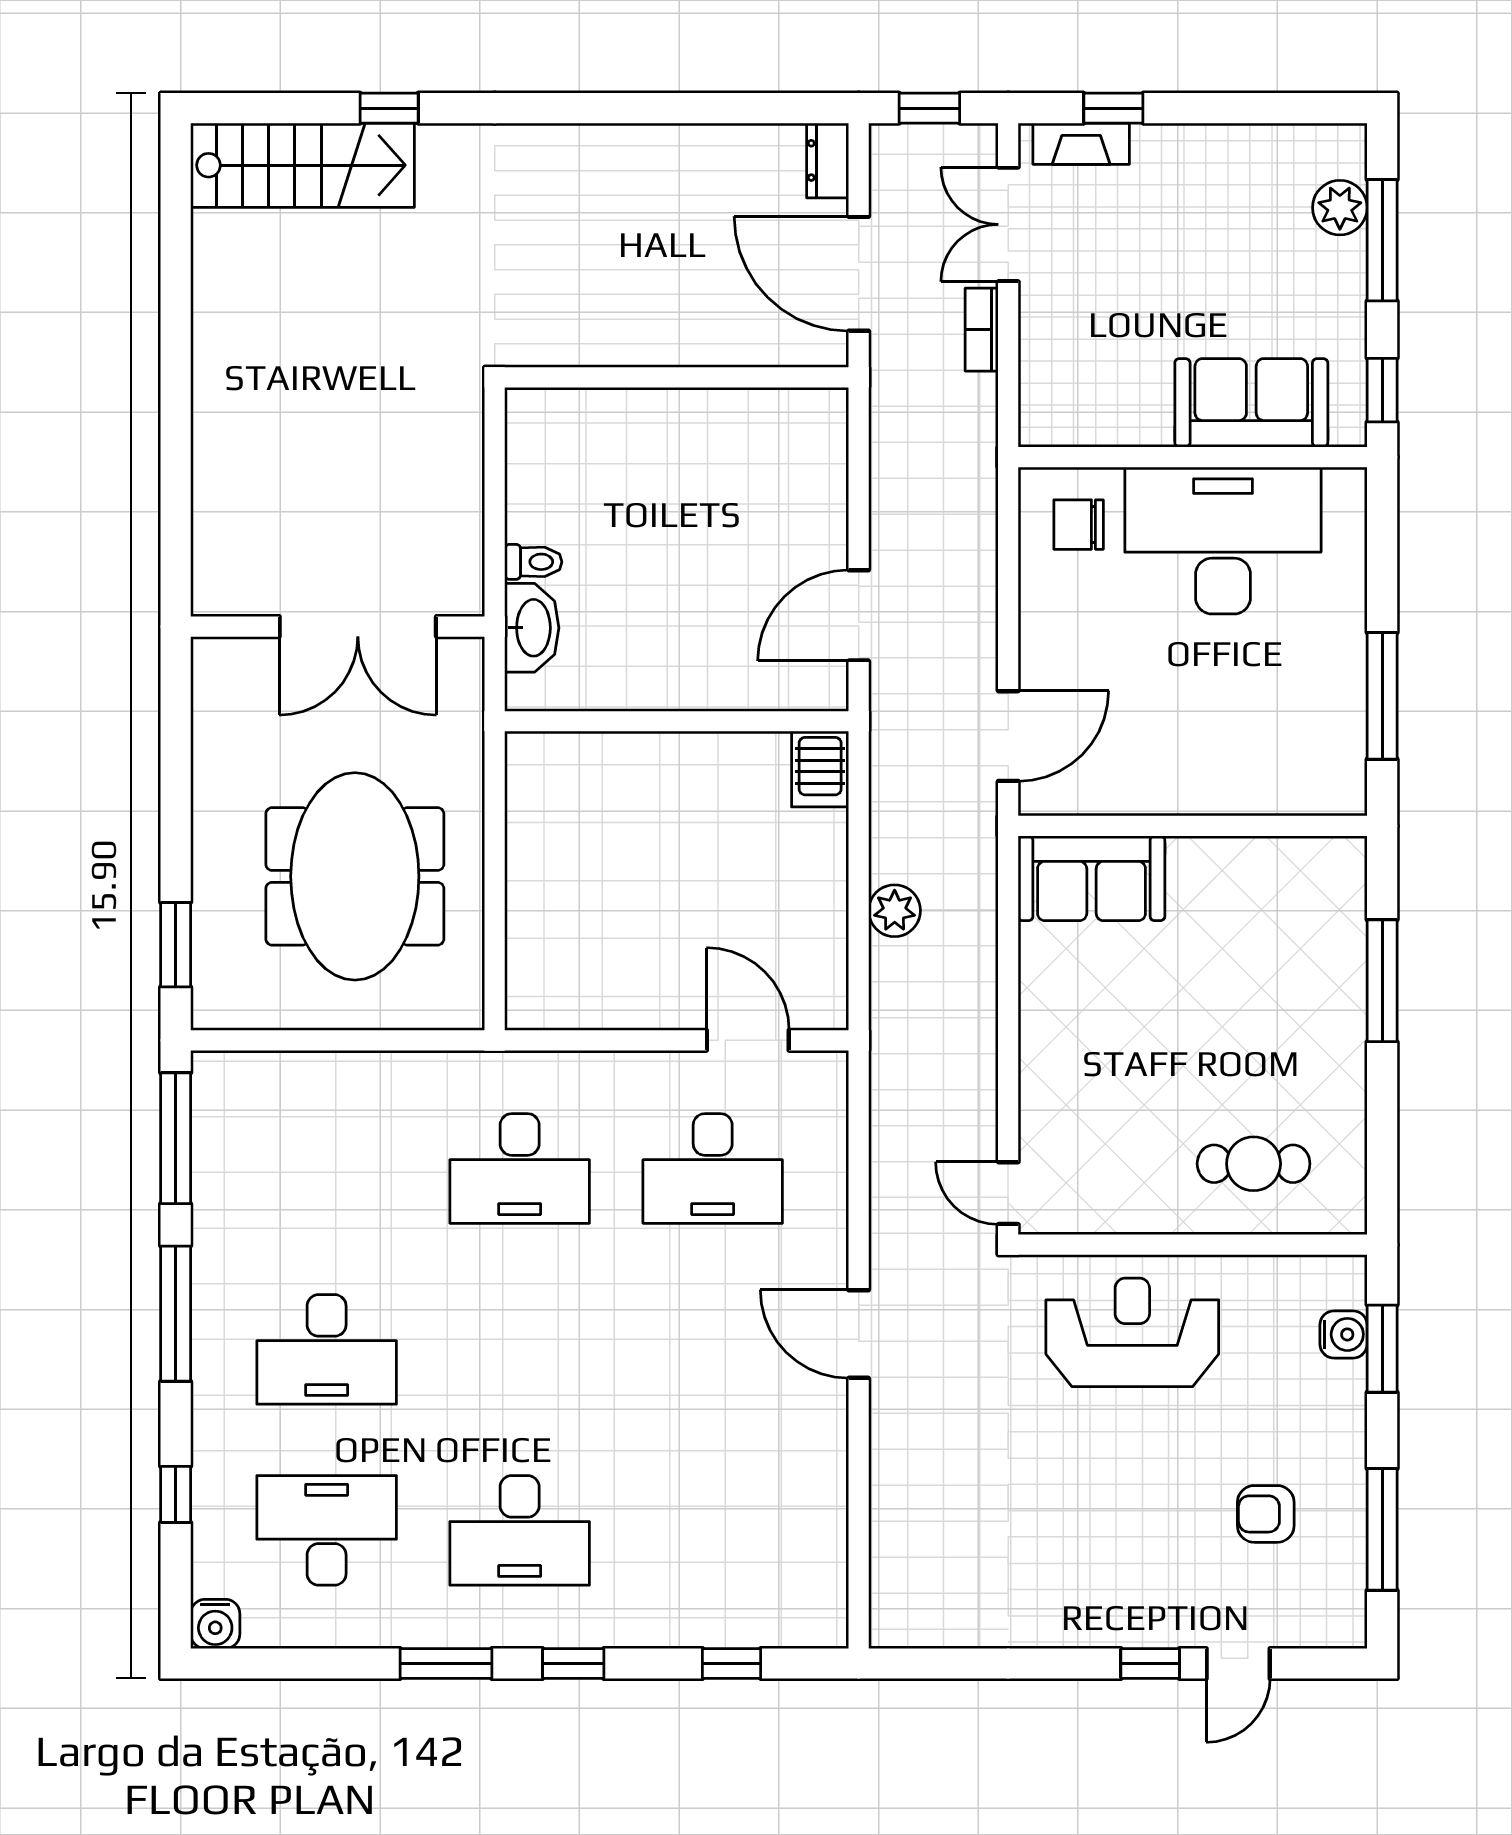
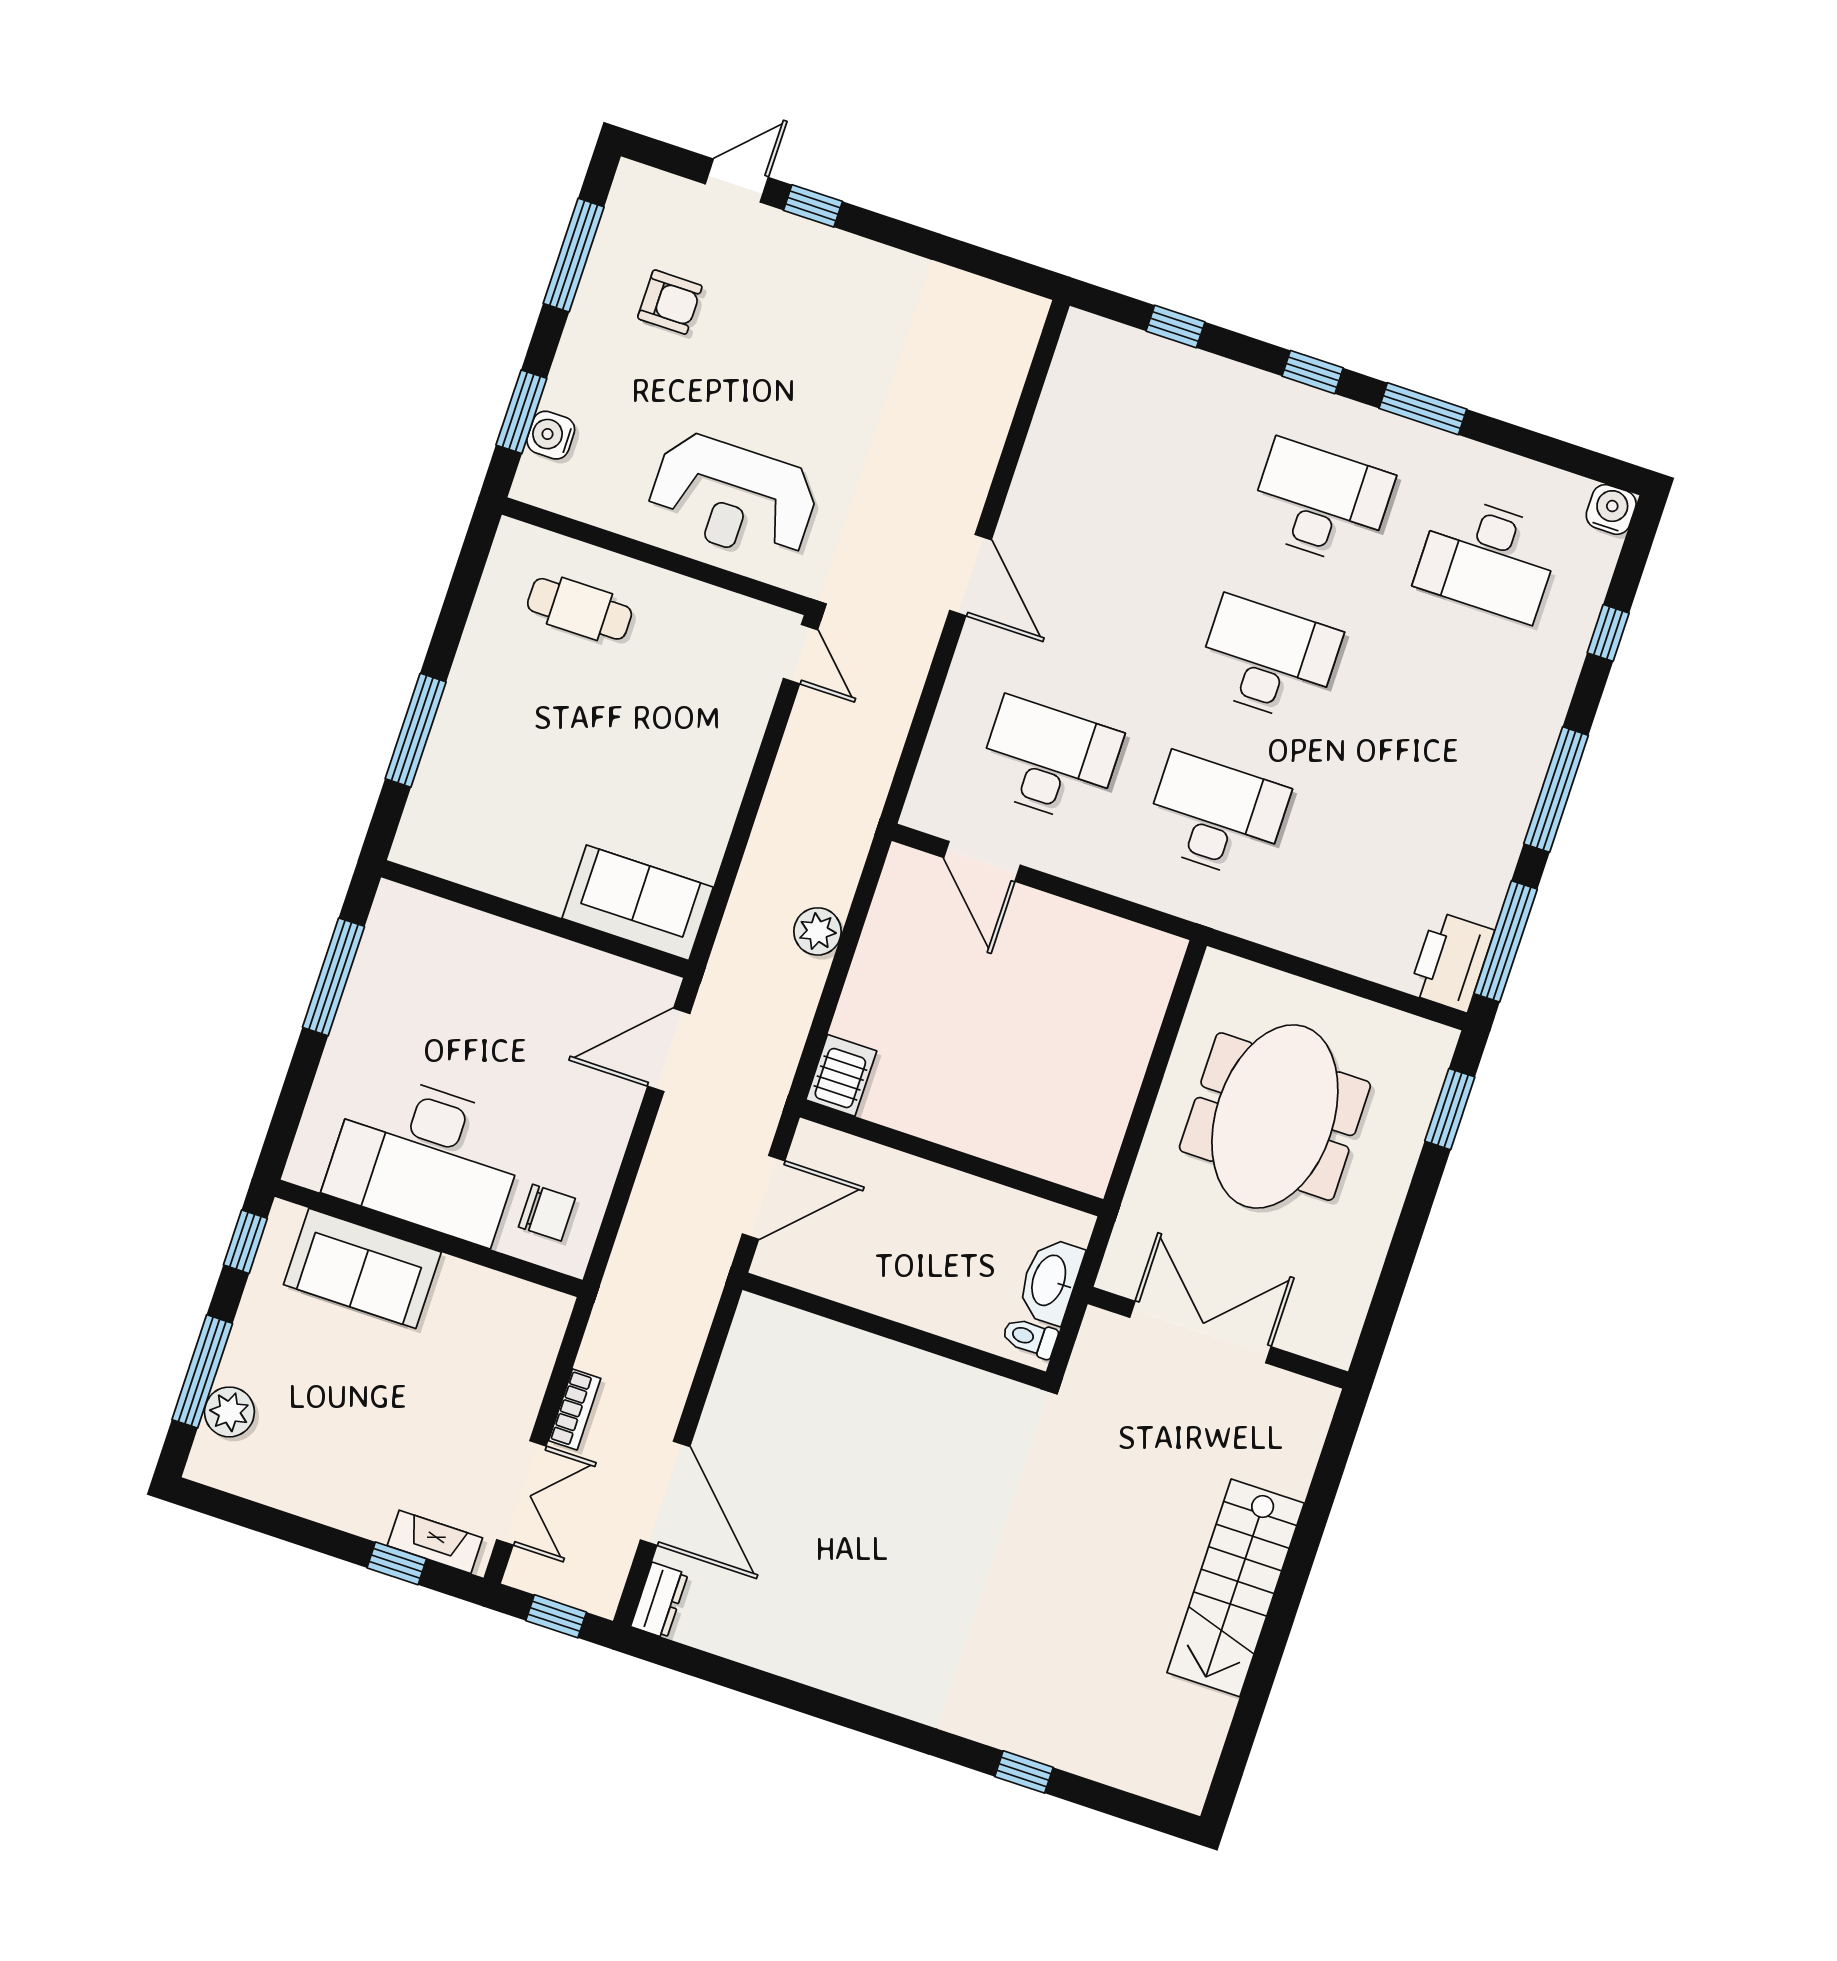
stairs: (302, 165) -> (1236, 1588), moved, turned -90
wall: (677, 377) -> (894, 1331), moved
printer: (225, 1098) -> (1451, 962), added
desk: (327, 1349) -> (1269, 659), moved

